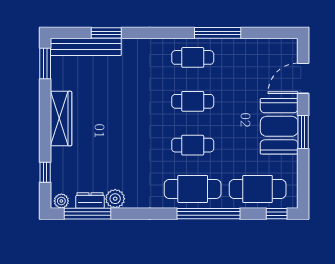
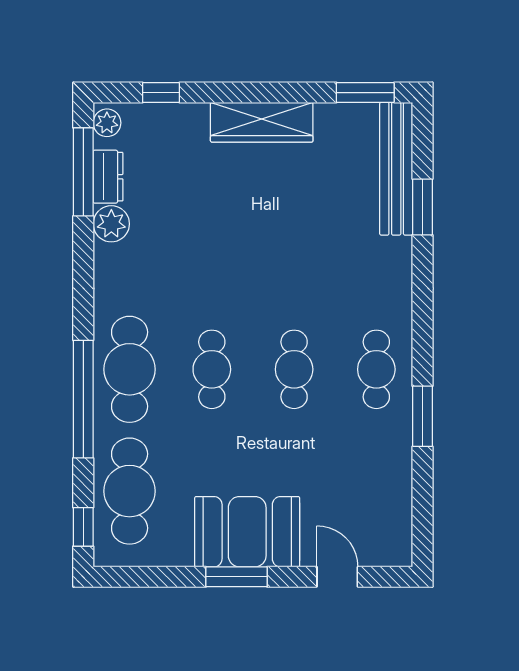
window: (218, 33) -> (423, 416), width x0.69
door: (303, 78) -> (337, 577), width x0.73

